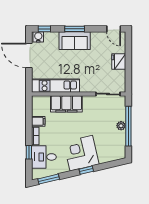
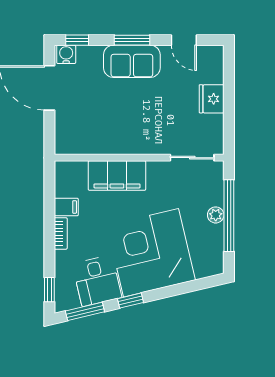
door: (114, 29) -> (184, 40), moved
kitchen unit: (55, 86) -> (97, 143), removed
window: (29, 152) -> (49, 290), moved
corner desk: (81, 153) -> (151, 253), width x1.36, depth x1.36
desk: (44, 157) -> (97, 281), moved, turned -103
window: (86, 170) -> (130, 301), moved

